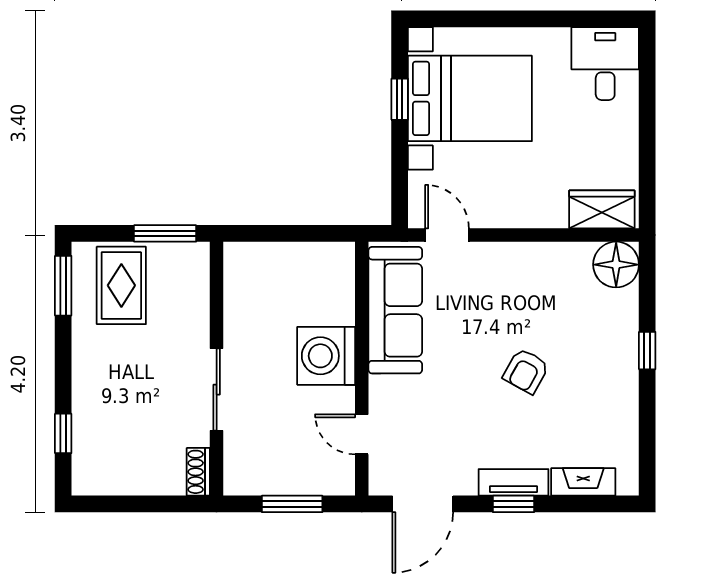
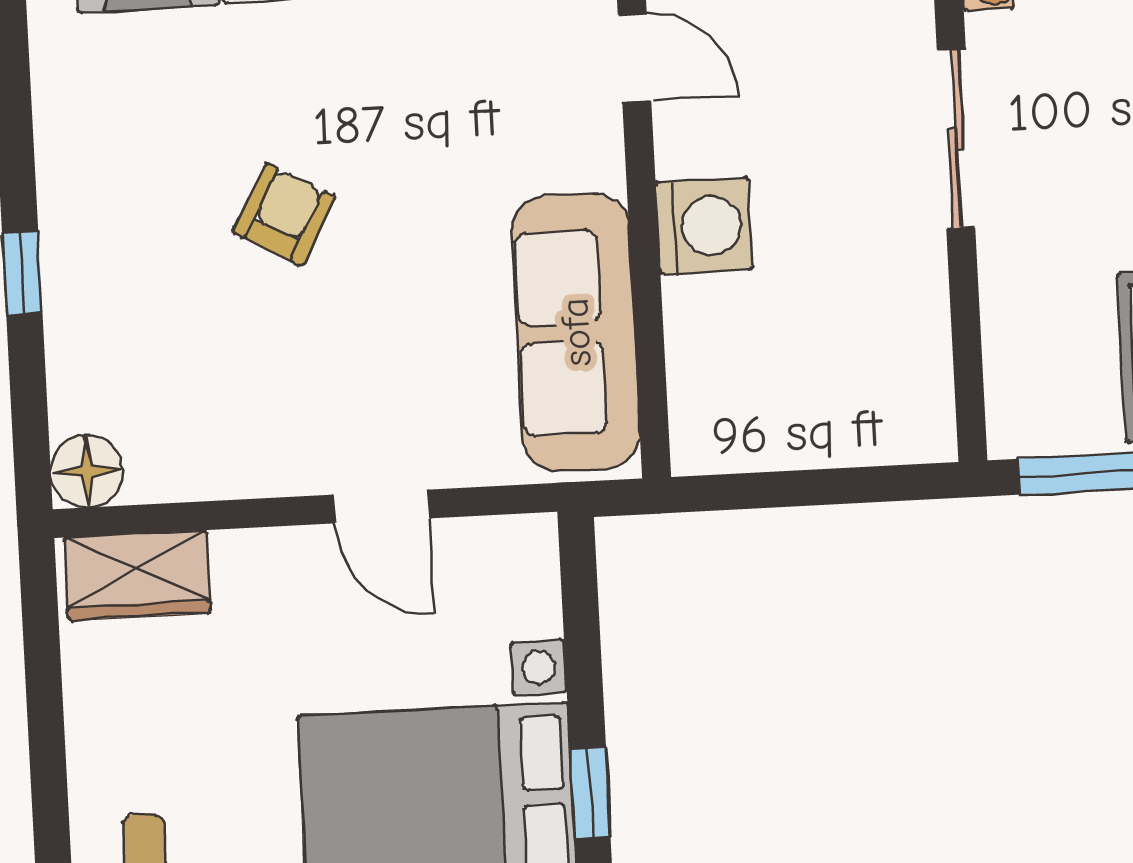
door: (447, 235) -> (381, 507), moved
floor lamp: (616, 265) -> (87, 471), width x0.73, depth x0.73
washing machine: (326, 356) -> (704, 226), width x0.73, depth x0.73

